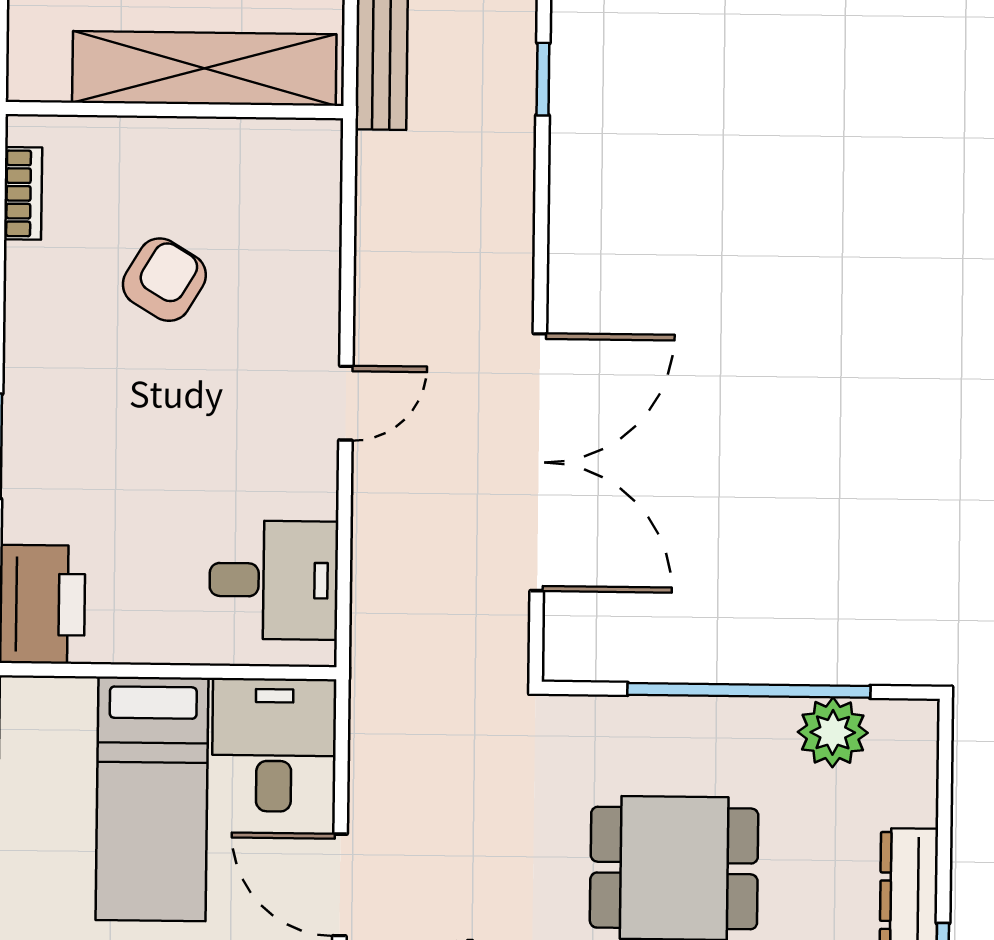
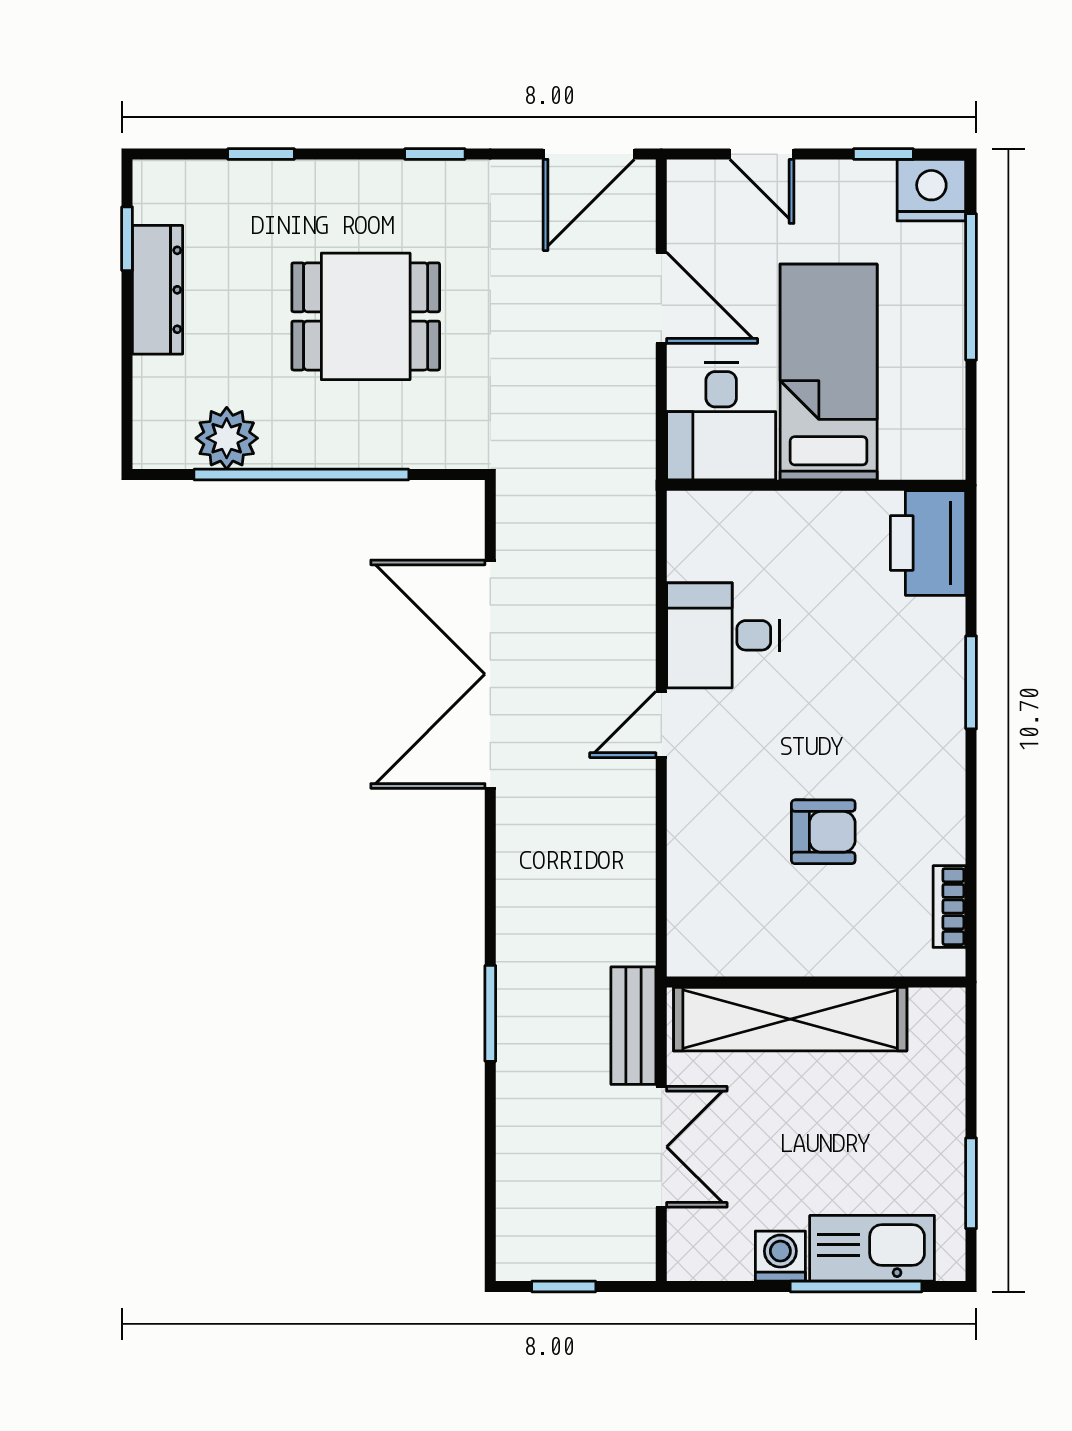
window: (543, 79) -> (490, 1013), width x1.50
armchair: (164, 280) -> (823, 832), turned -121
desk: (274, 580) -> (723, 635), moved

